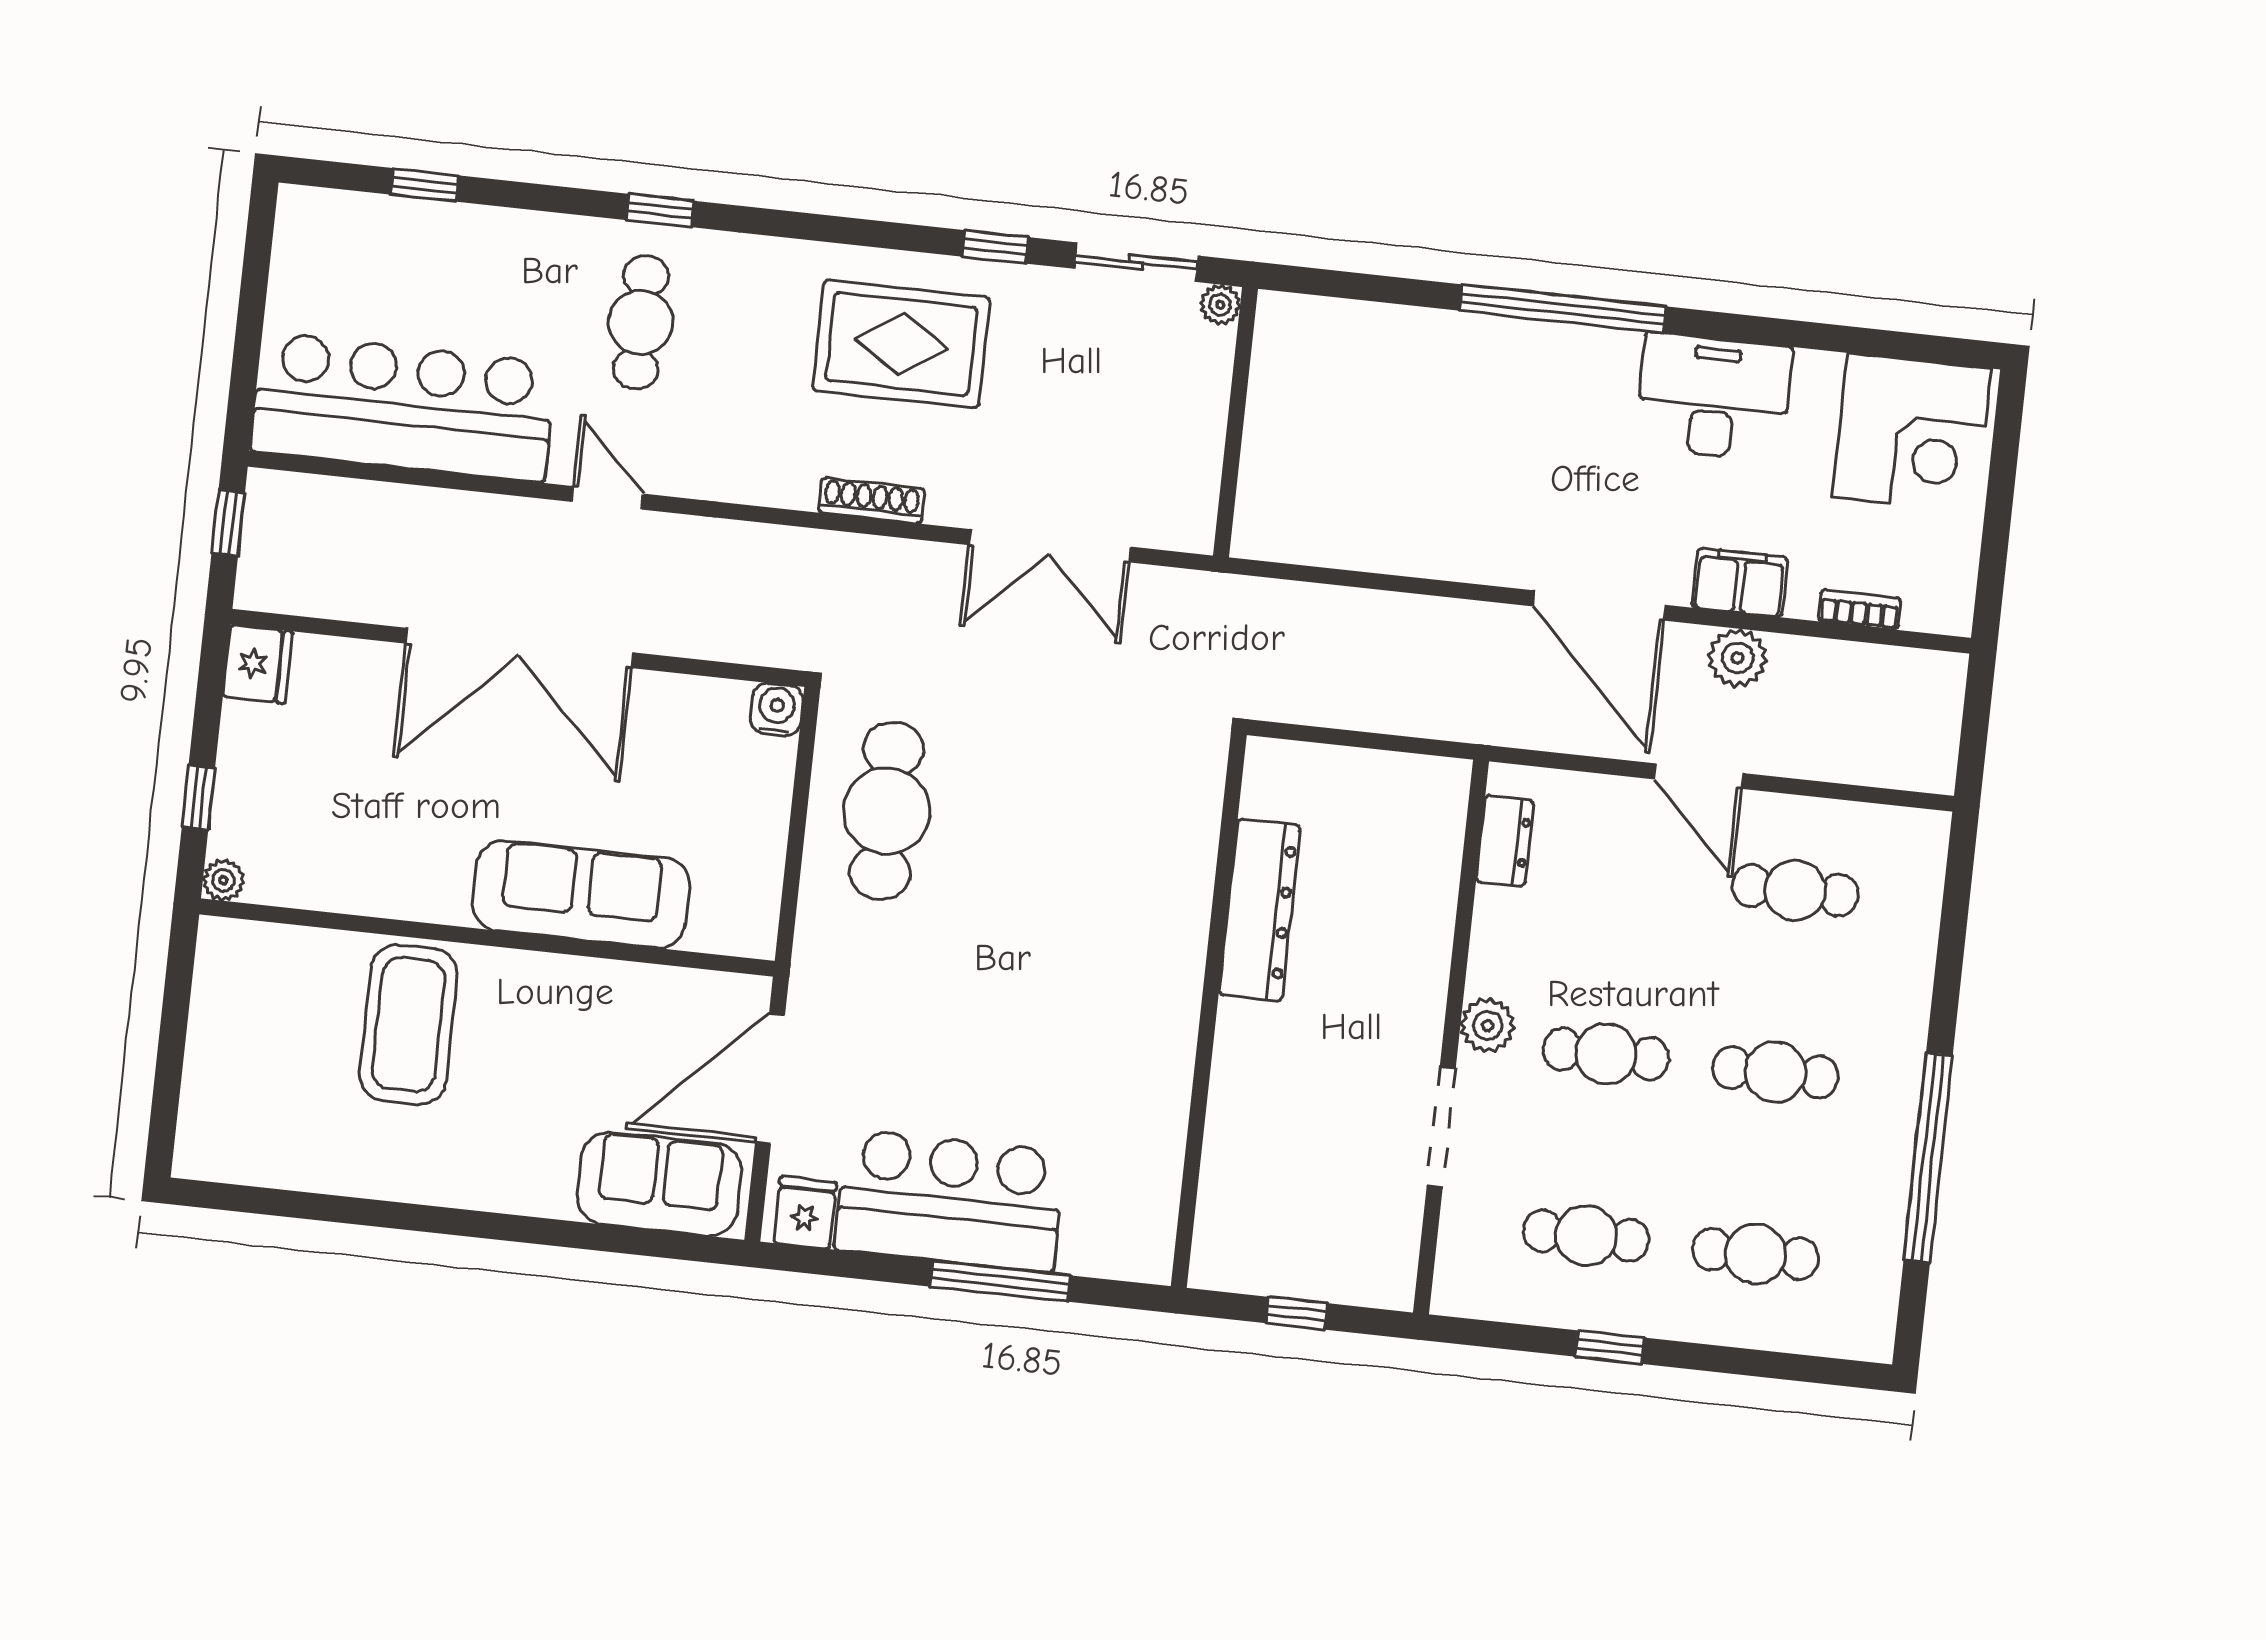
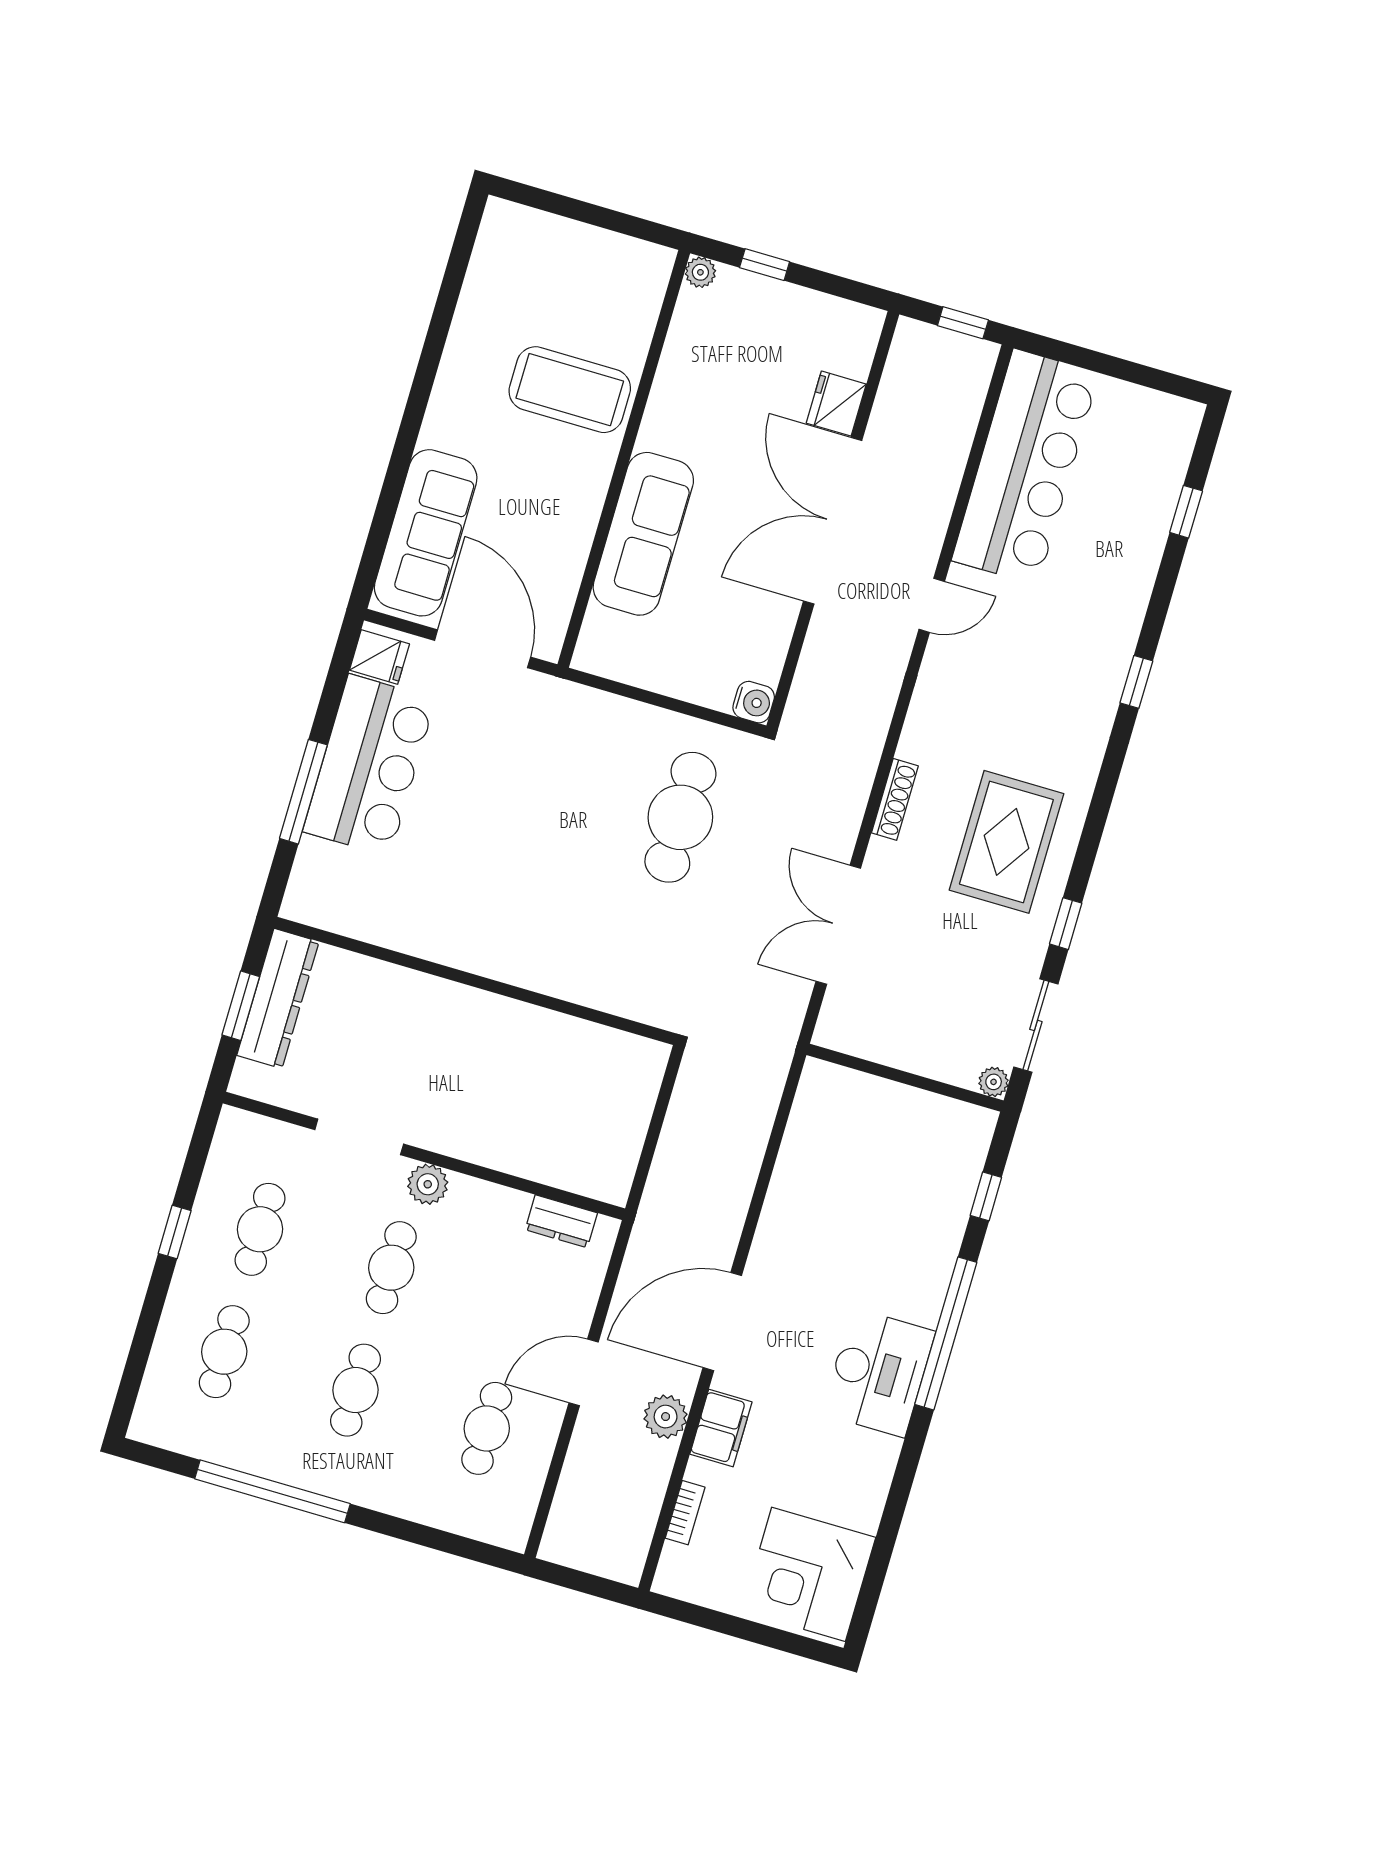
window: (1373, 288) -> (986, 1196), added
cafe table: (641, 322) -> (1057, 653), removed
desk: (1714, 397) -> (878, 1373), moved
fridge: (258, 664) -> (836, 404), moved, turned 90
cafe table: (887, 811) -> (680, 817), moved, turned 90
dresser: (1260, 910) -> (278, 998), moved, turned -90
sofa: (660, 1184) -> (426, 533), width x1.36
window: (1296, 1313) -> (241, 1006), width x1.50

